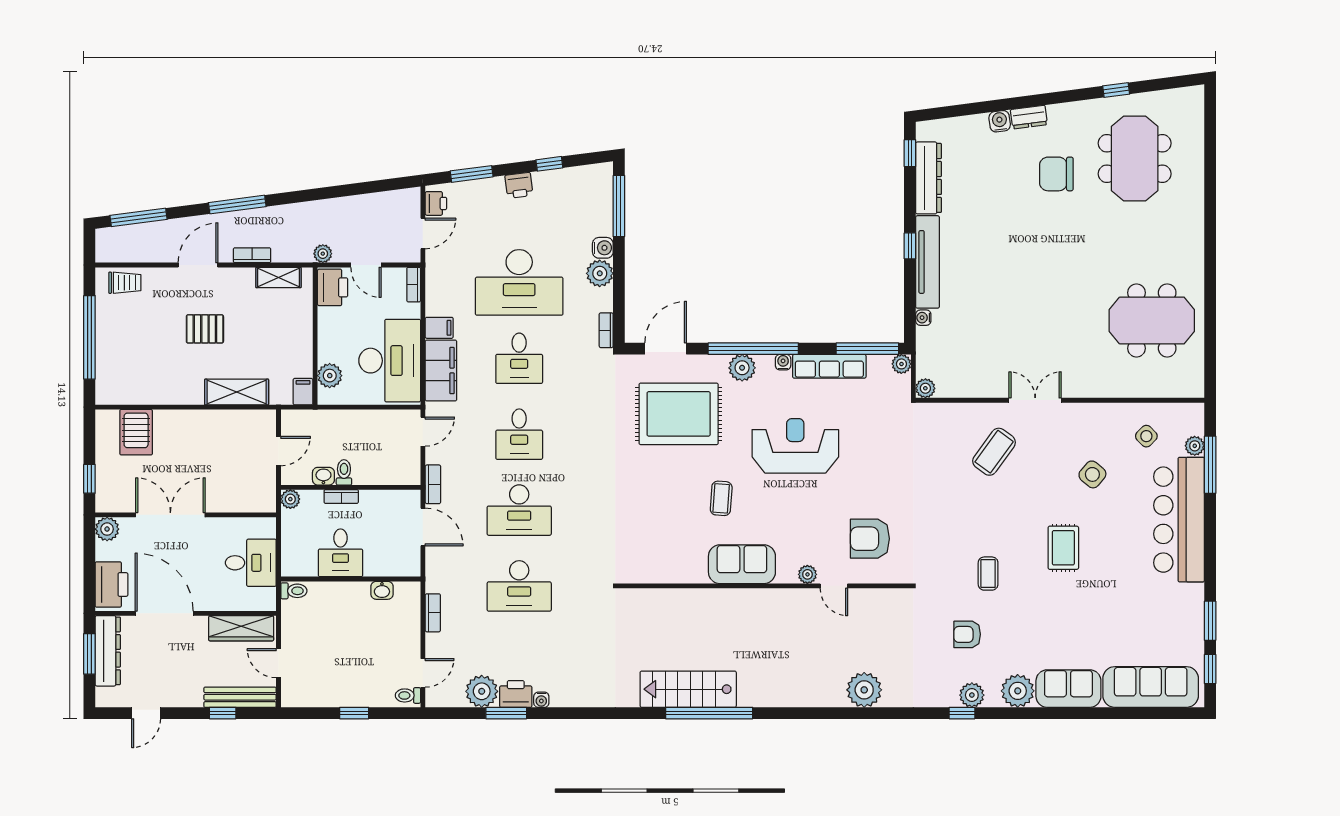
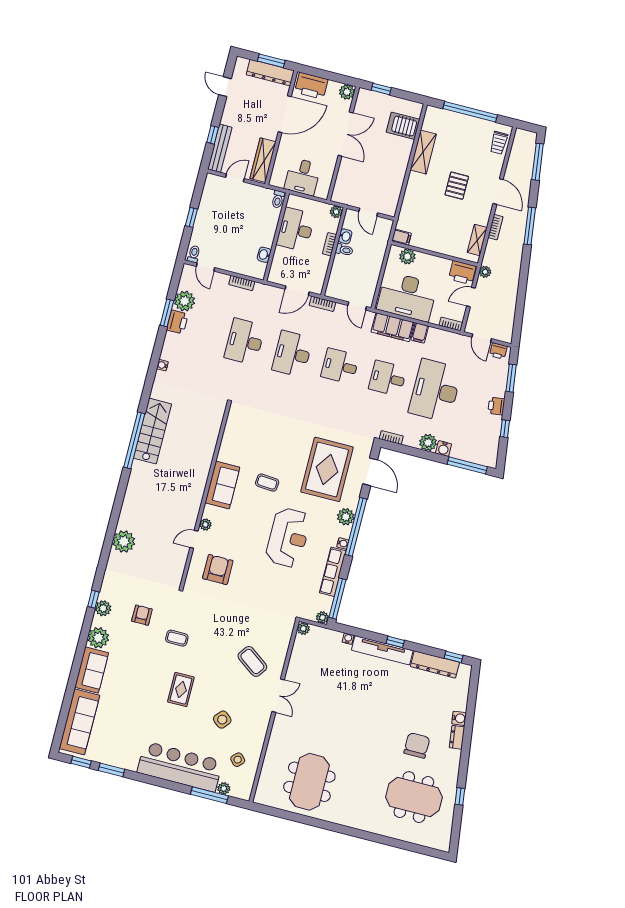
shelving: (237, 392) -> (423, 152), moved
rug: (1063, 548) -> (181, 689), turned 90
desk: (340, 553) -> (296, 229), width x1.37
water cooler: (541, 700) -> (162, 365), moved

